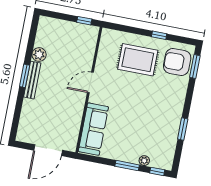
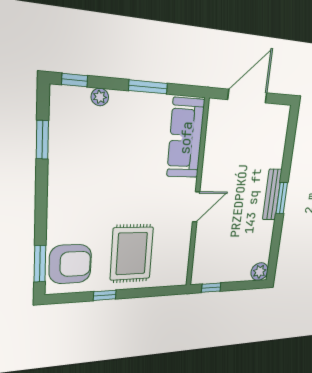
plant: (39, 55) -> (260, 272), moved
rug: (138, 60) -> (132, 254), turned 90
window: (183, 129) -> (42, 140), moved
window: (127, 166) -> (148, 87), moved

